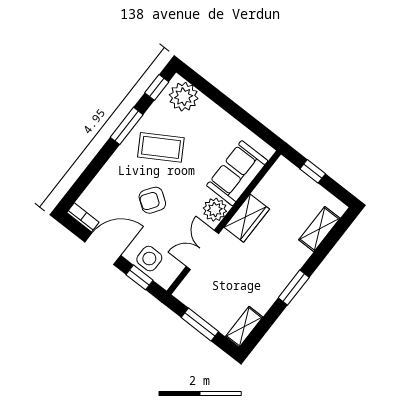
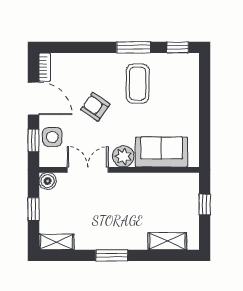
plant: (184, 97) -> (186, 72), removed
coffee table: (161, 147) -> (138, 84), turned 31
wardrobe: (247, 218) -> (135, 184), removed
boiler: (185, 293) -> (48, 181), added
window: (200, 325) -> (33, 209), width x0.67

